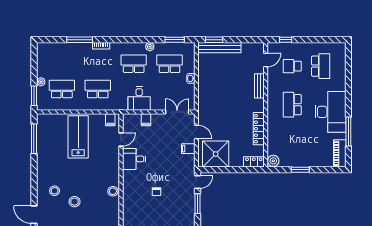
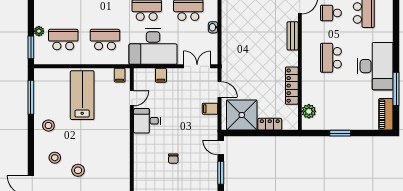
desk: (139, 99) -> (153, 47), width x1.87, depth x1.30
plant: (273, 161) -> (309, 111), moved
locker: (254, 162) -> (270, 124), moved
door: (197, 182) -> (221, 148), swing flipped
stool: (113, 191) -> (48, 126), moved

